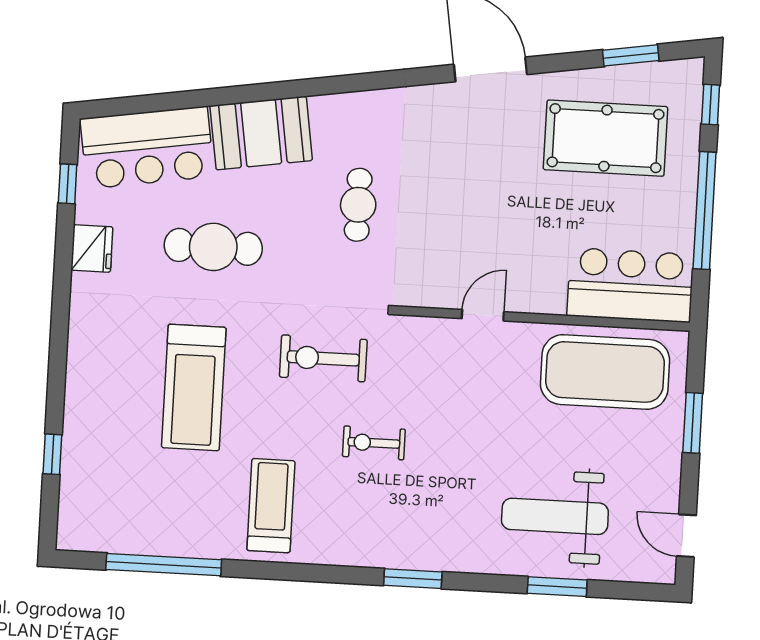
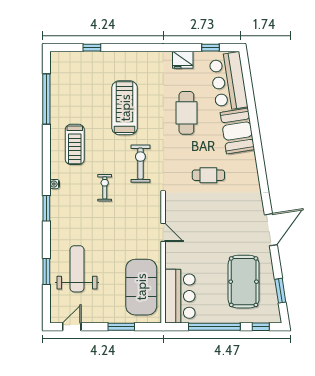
treadmill: (194, 387) -> (125, 108), turned 90
treadmill: (271, 506) -> (75, 144), turned 90
water cooler: (359, 557) -> (55, 184), added

